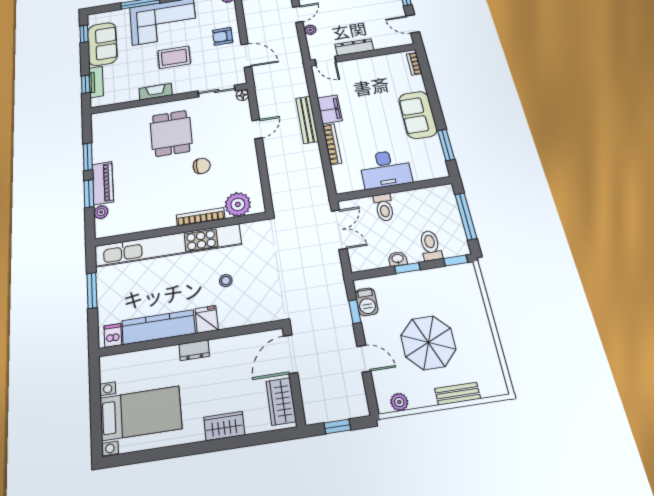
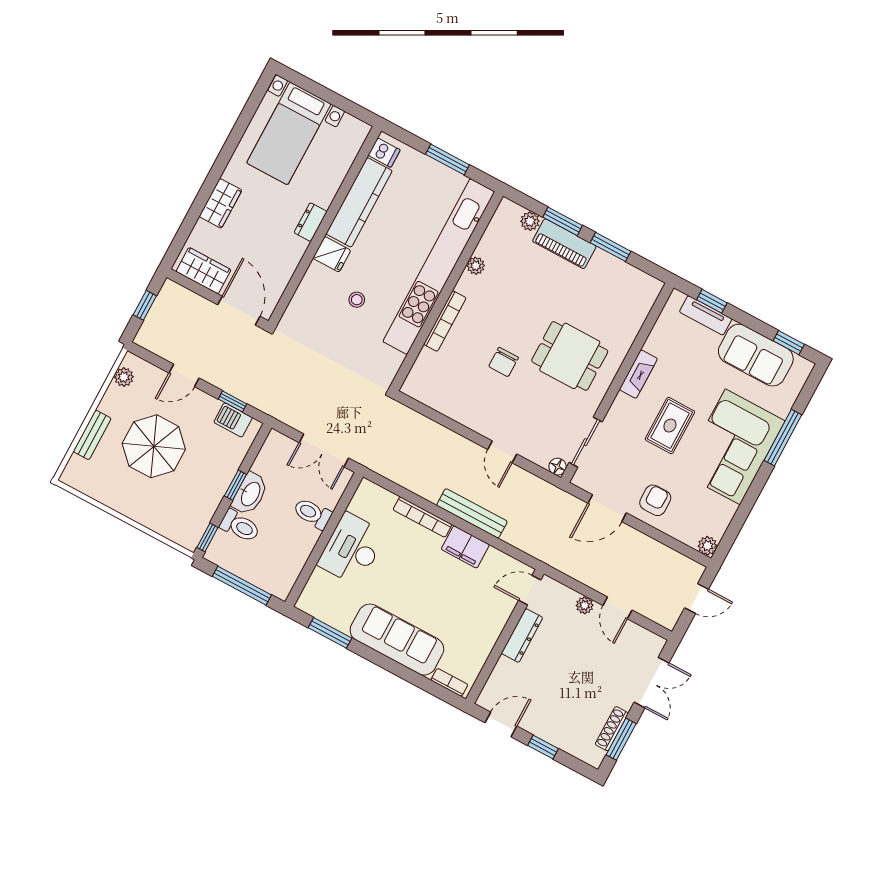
sofa: (418, 115) -> (397, 640), width x1.36
plant: (238, 204) -> (476, 266), moved, width x0.53, depth x0.53
washbasin: (398, 259) -> (250, 494), width x1.91, depth x1.45

